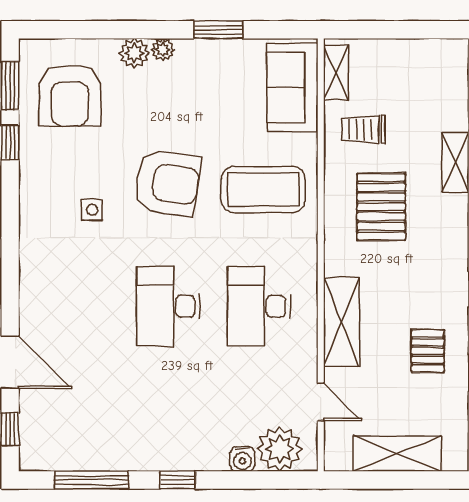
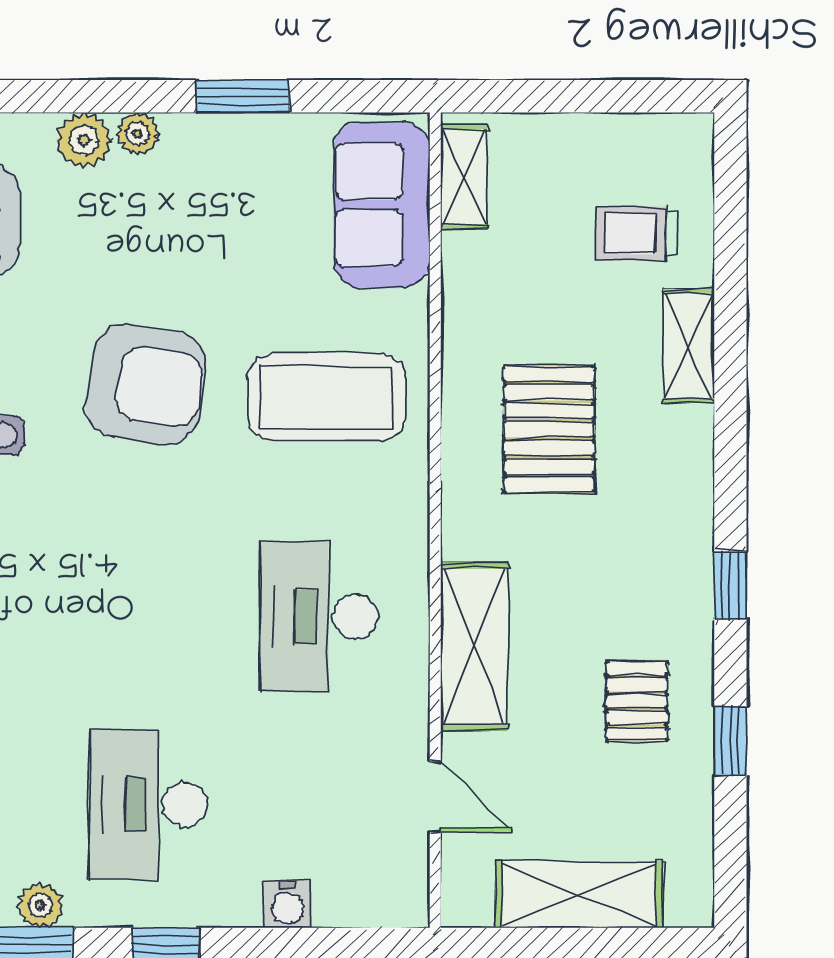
trolley: (363, 129) -> (636, 234), moved
desk: (168, 306) -> (148, 804), moved
plant: (280, 449) -> (40, 905), moved, width x0.53, depth x0.53

